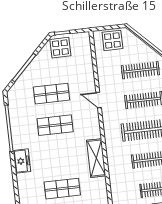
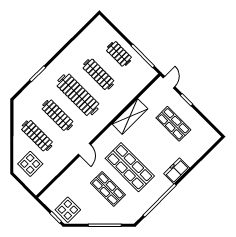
display table: (112, 40) -> (30, 164), moved
shop shelf: (55, 125) -> (130, 167), width x1.43, depth x1.36

